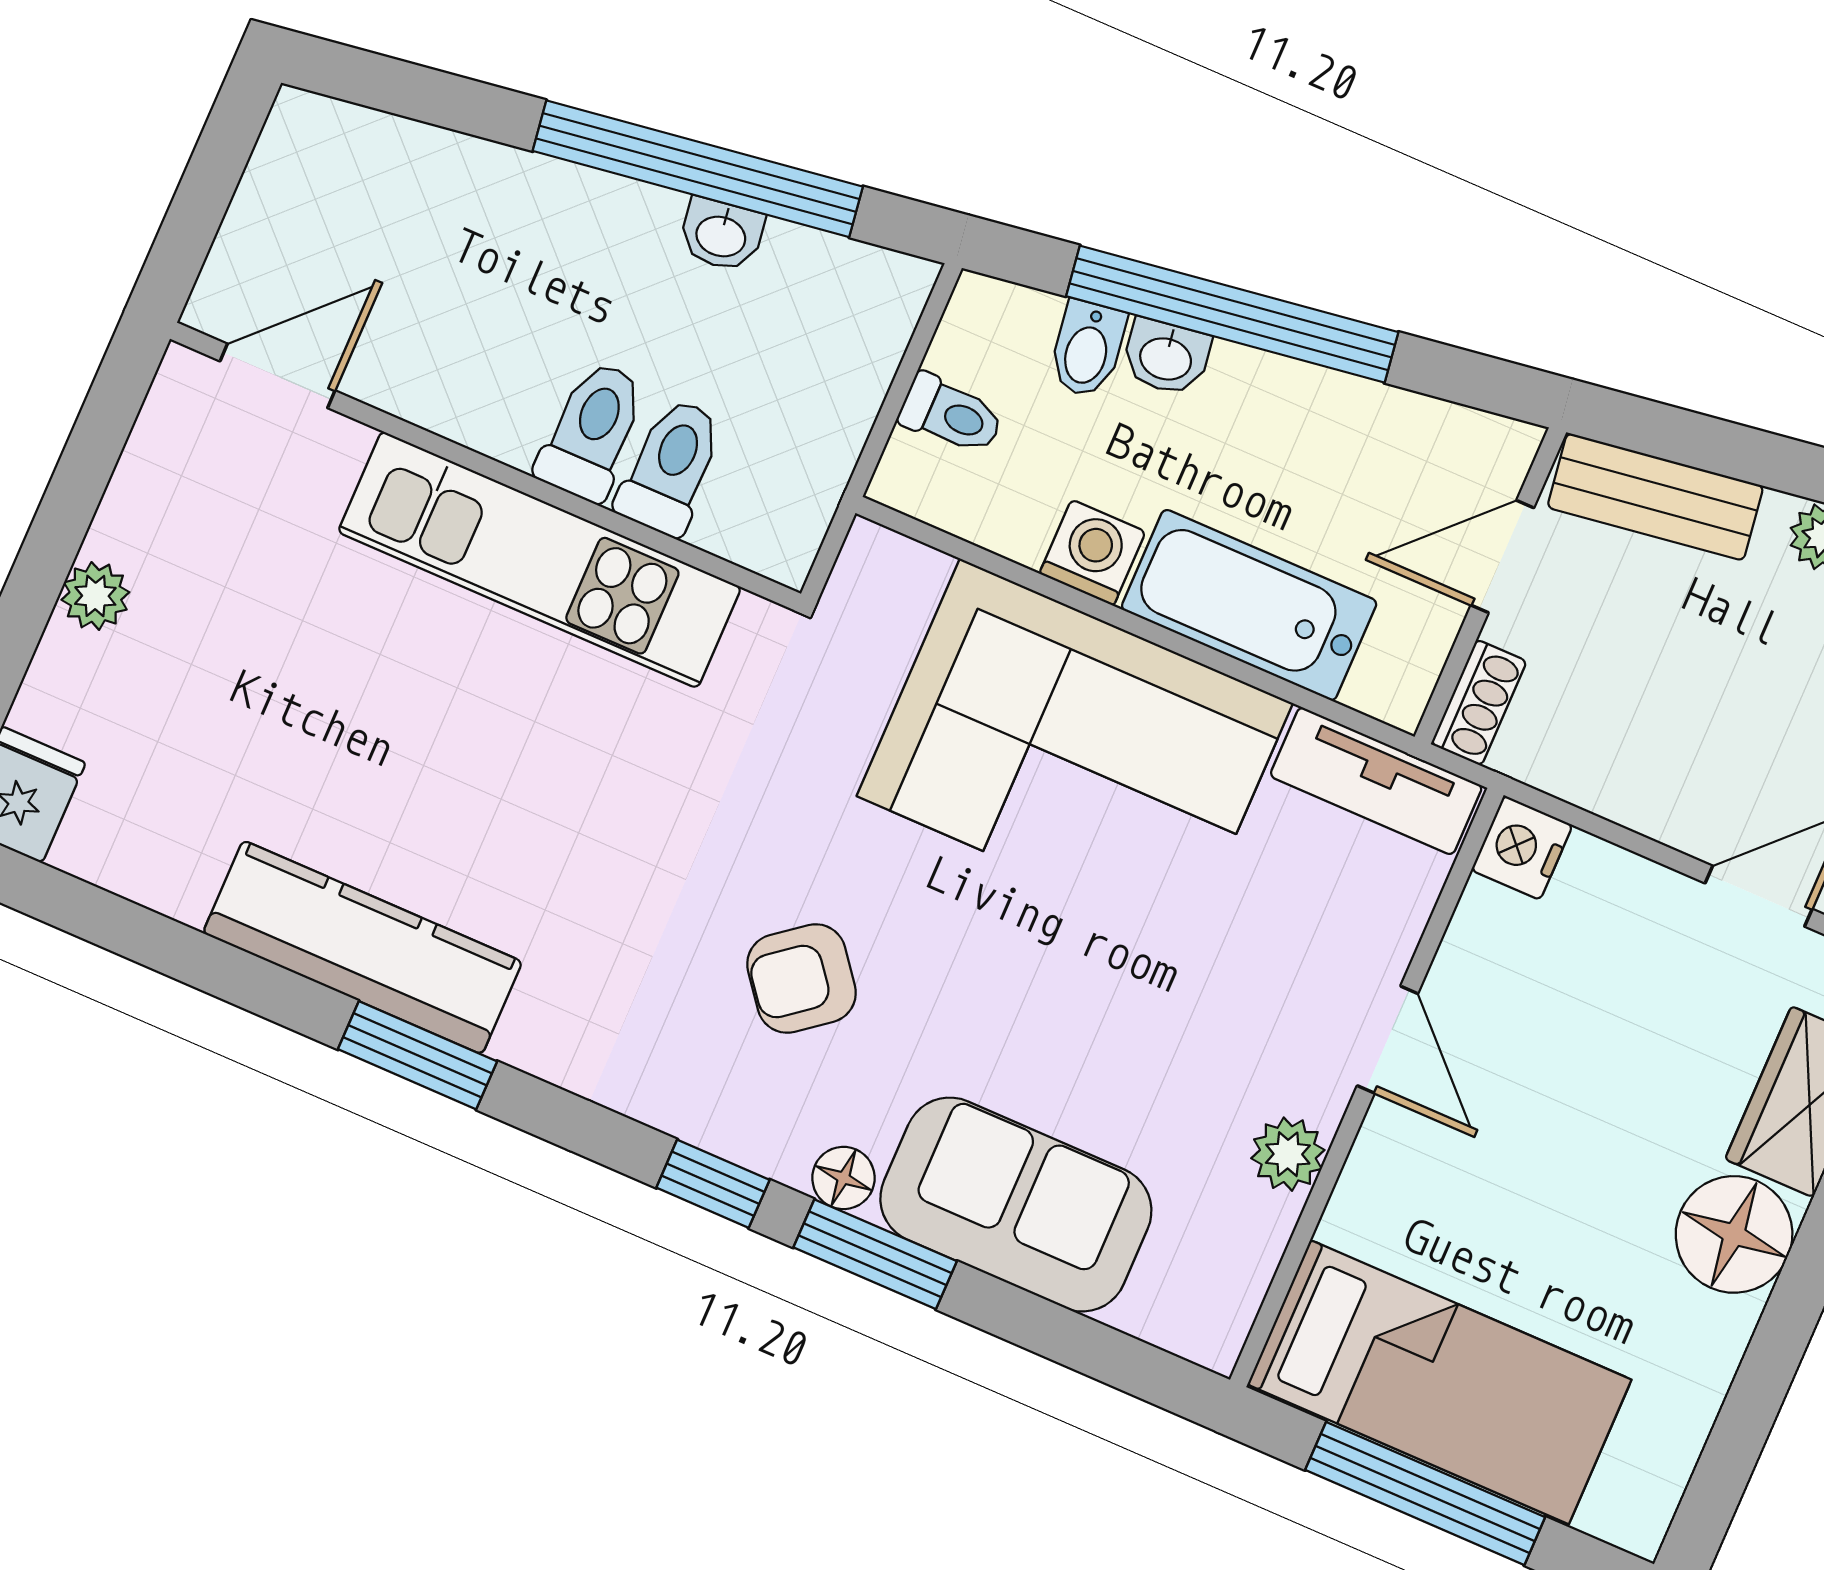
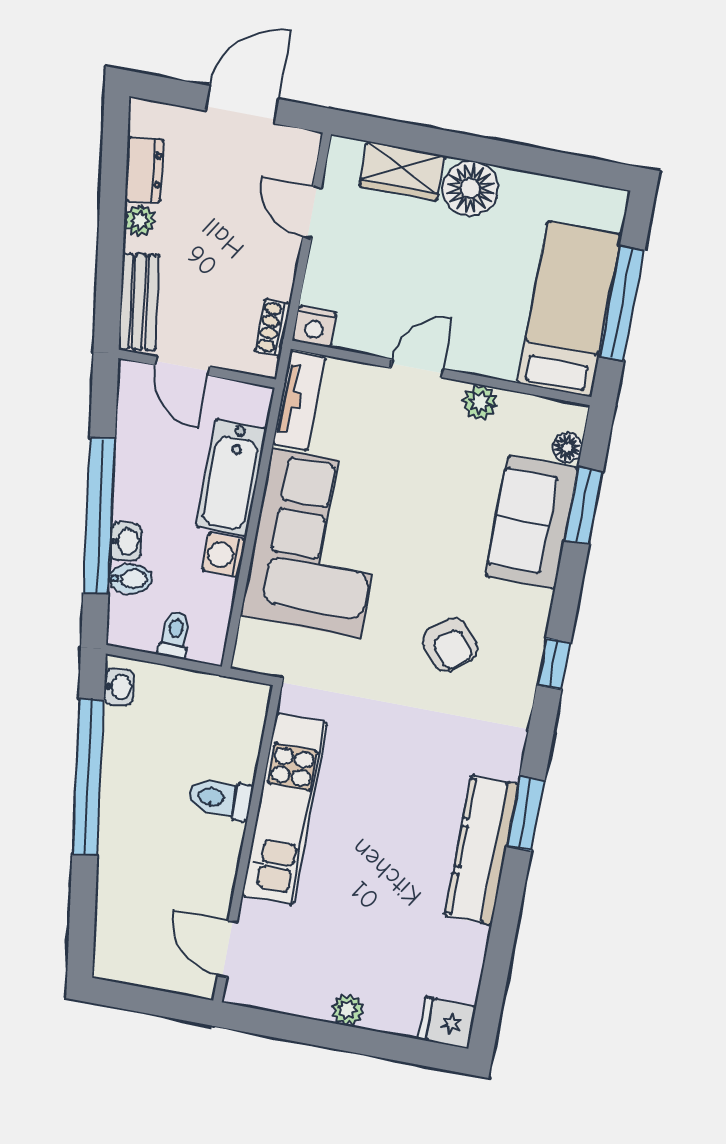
washbasin: (721, 235) -> (119, 687), moved
toilet: (671, 467) -> (228, 758), removed
shoe rack: (1479, 703) -> (273, 328), moved, turned -90
floor lamp: (843, 1178) -> (567, 448), moved
window: (875, 1254) -> (584, 506), moved

